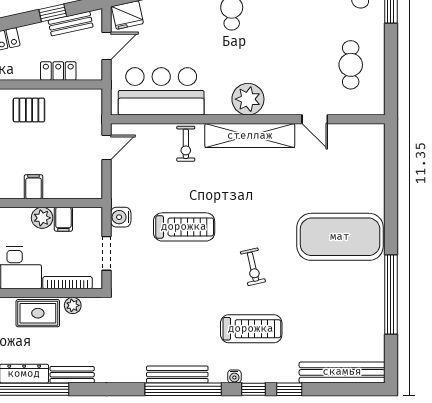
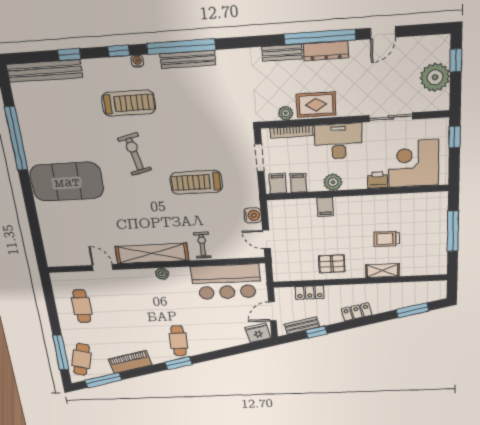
plant: (248, 99) -> (162, 274), width x0.53, depth x0.53
door: (107, 147) -> (266, 239), hinge flipped
water cooler: (121, 217) -> (253, 215), moved
plant: (42, 218) -> (333, 182), moved
filing cabinet: (88, 220) -> (278, 184), added
exercise bike: (253, 267) -> (135, 154), width x1.38, depth x1.39
treadmill: (251, 329) -> (129, 103), turned 180
window: (289, 389) -> (69, 54), moved

